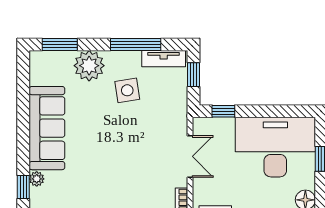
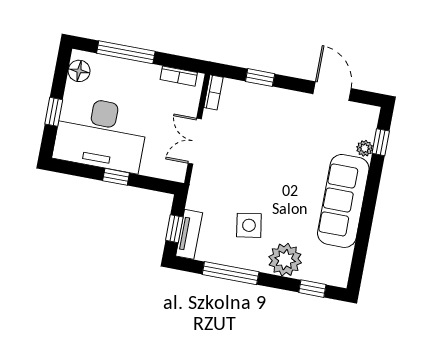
window: (60, 44) -> (312, 289), width x0.67
tv unit: (164, 59) -> (189, 234), moved, turned 90
window: (223, 111) -> (116, 177), moved

